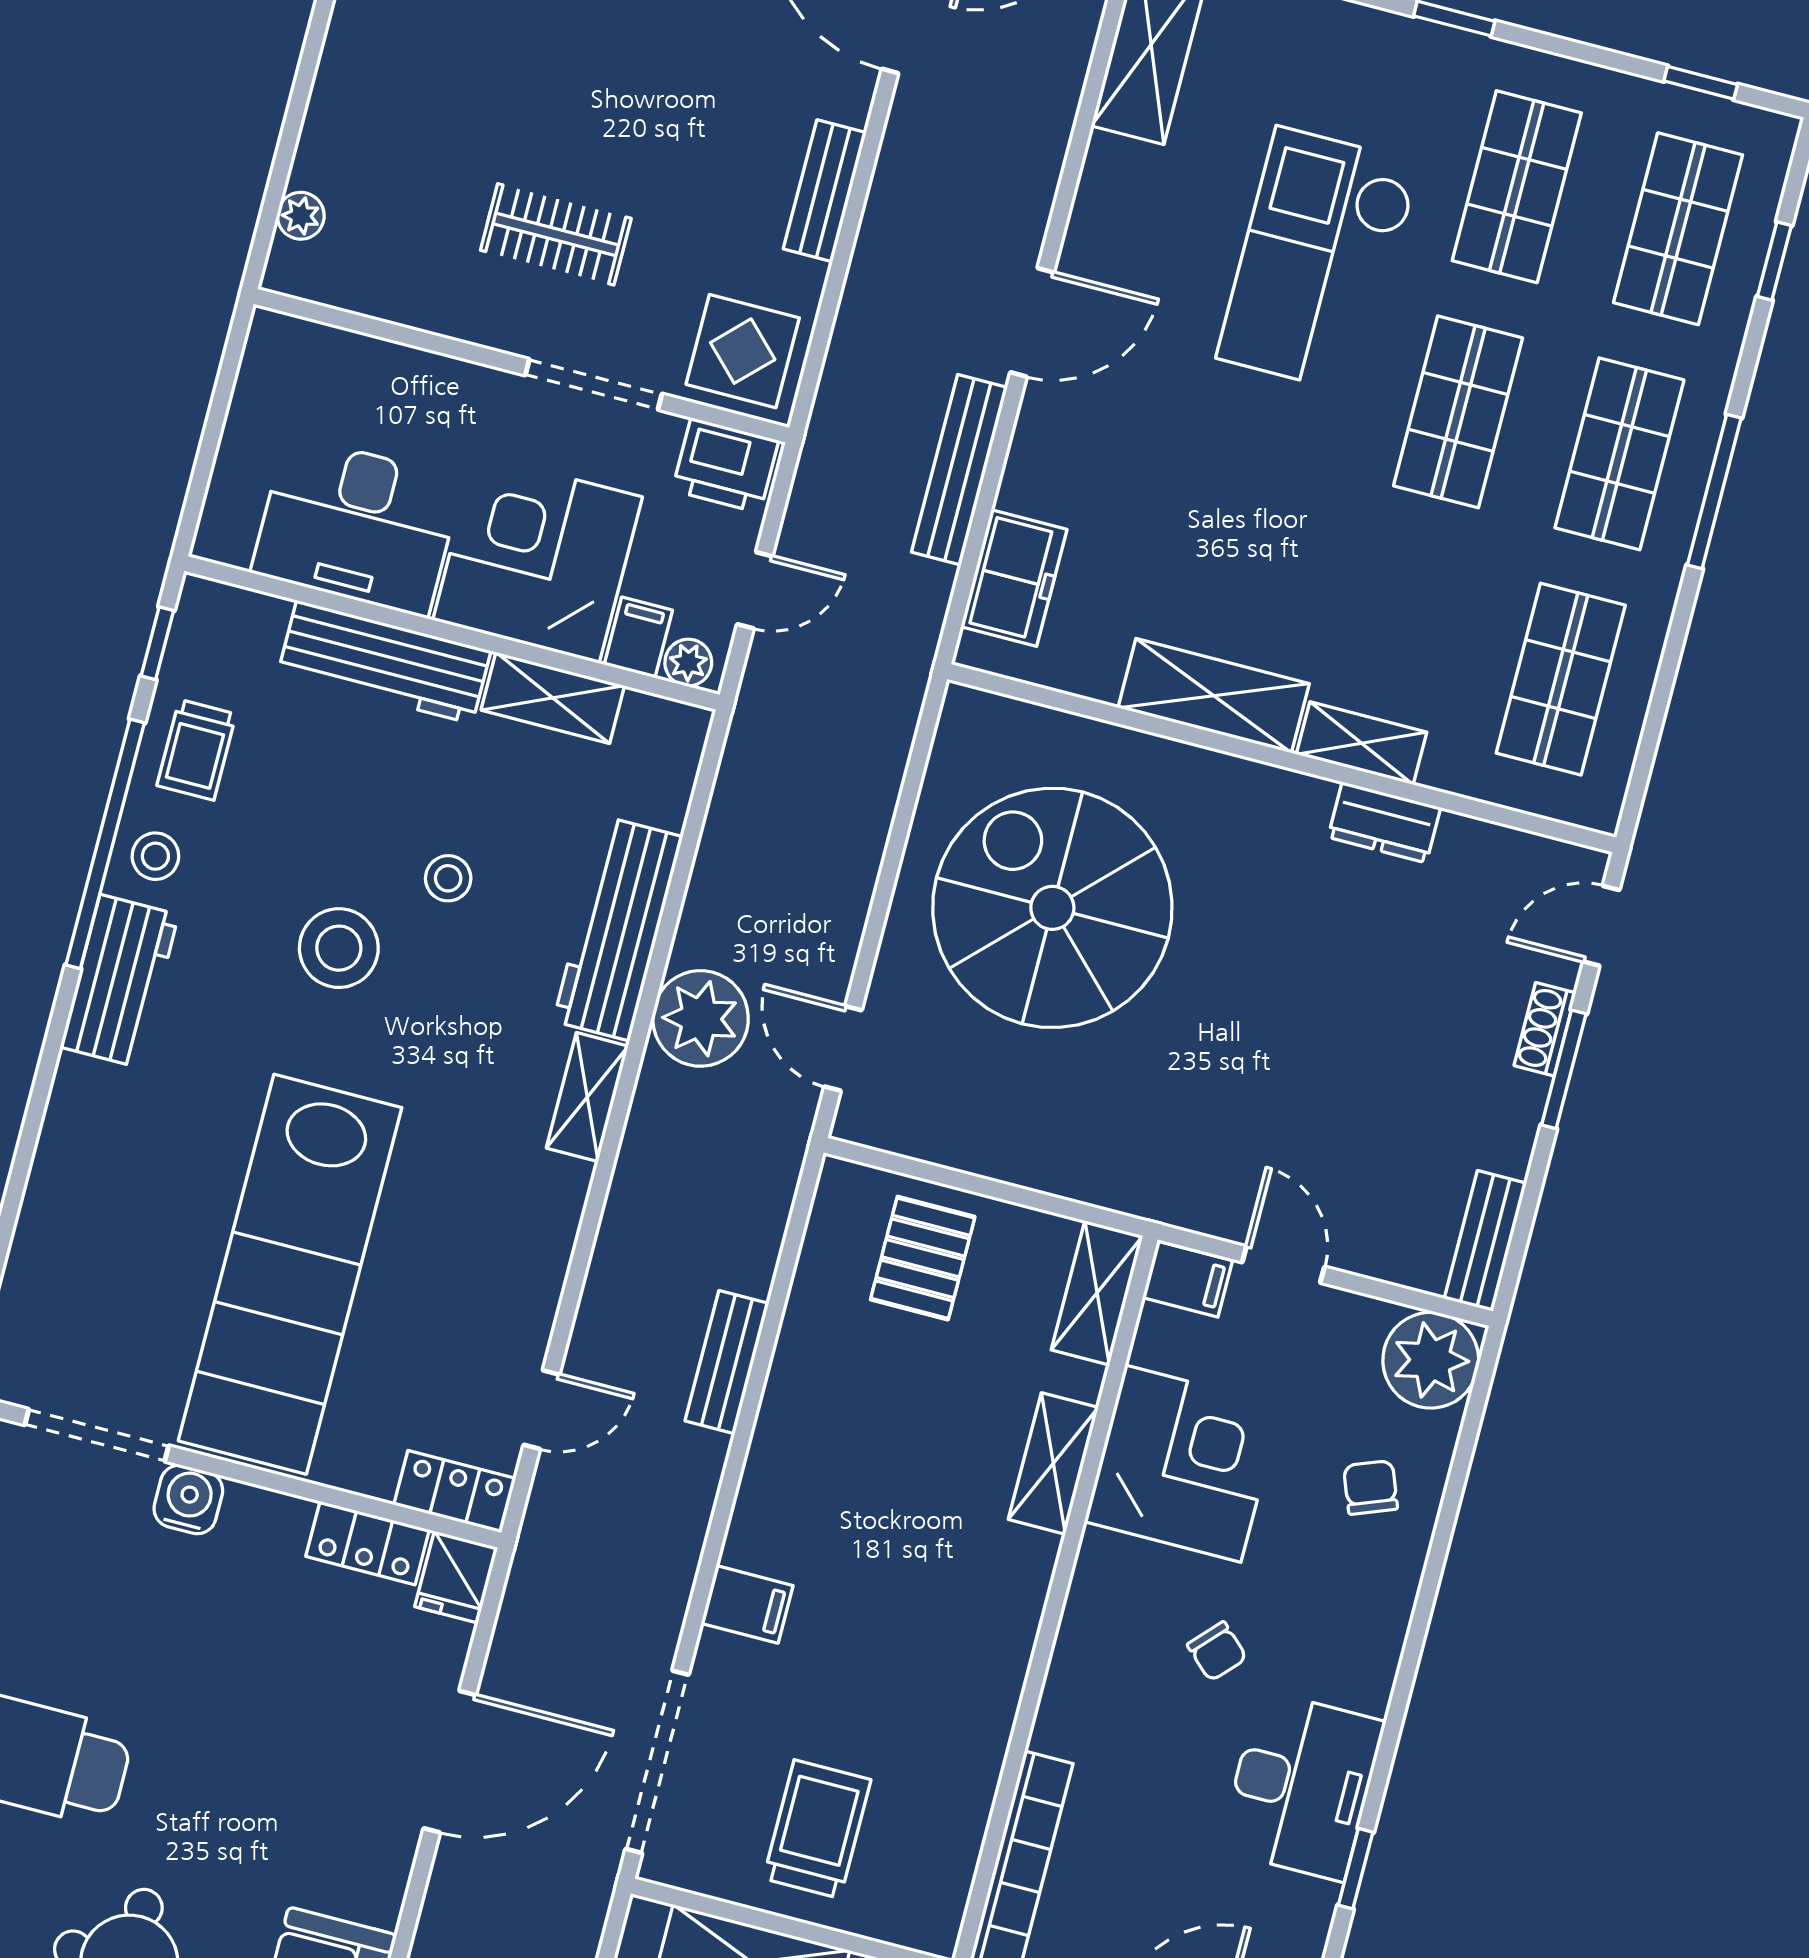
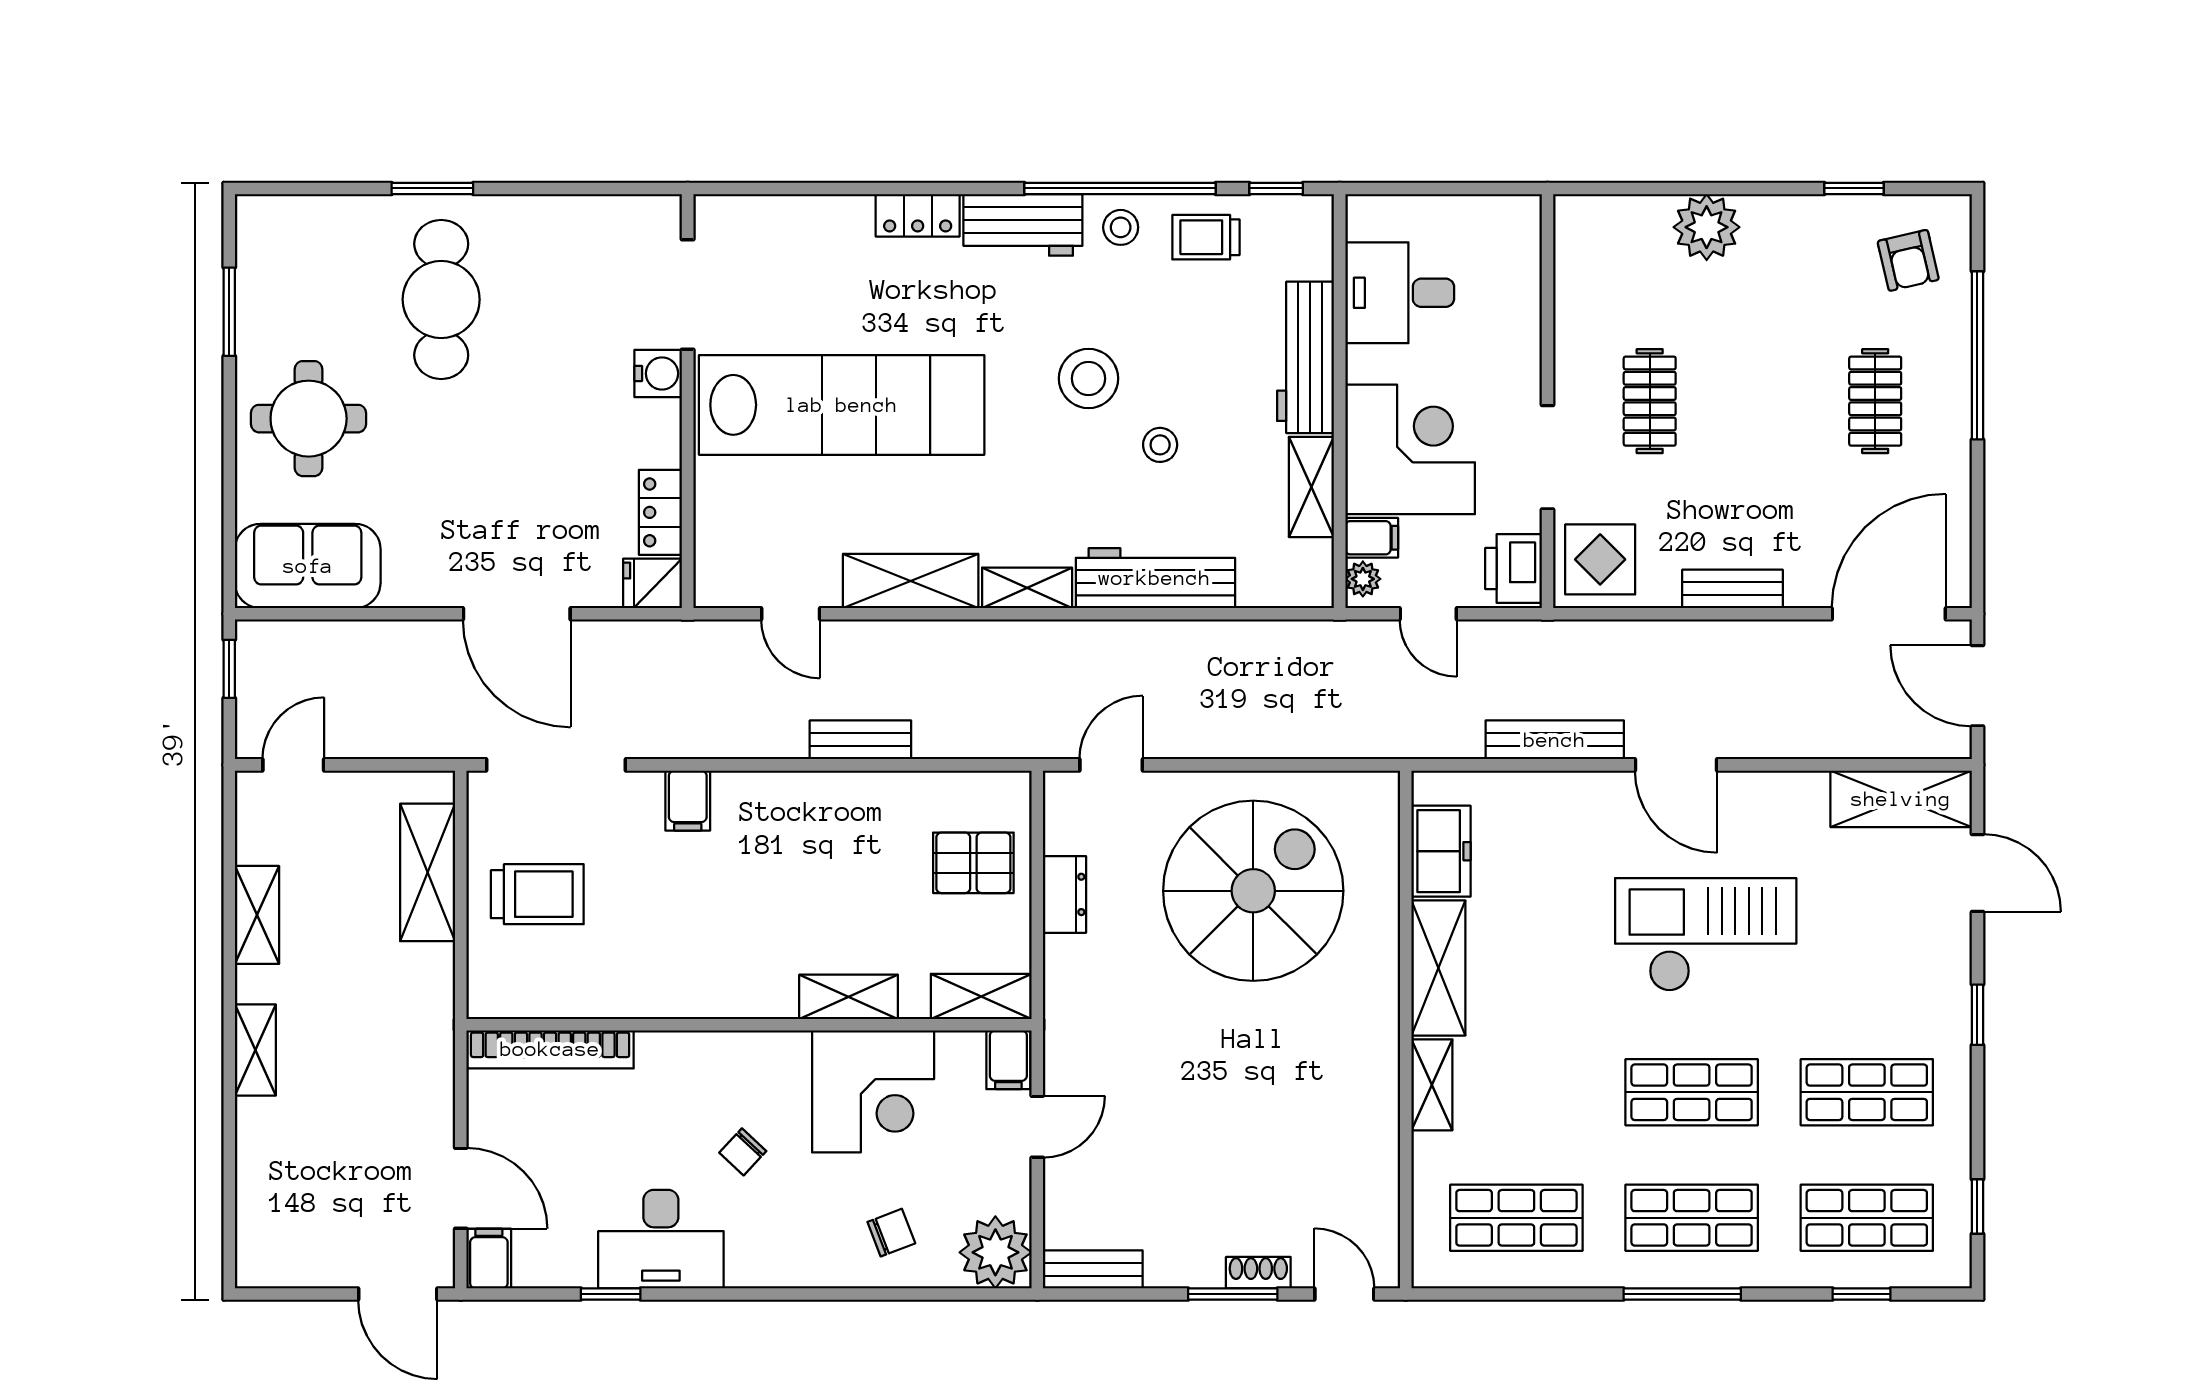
plant: (301, 216) -> (1707, 227), moved, width x1.87, depth x1.87
checkout: (1318, 261) -> (1706, 935), moved
desk: (357, 526) -> (1400, 293), width x0.73
freezer: (1014, 578) -> (1441, 851), moved, turned -90
dresser: (1384, 822) -> (1064, 894), moved, turned 180
plant: (701, 1018) -> (1106, 655), removed
shelving: (539, 1244) -> (911, 581), added
lab bench: (290, 1274) -> (842, 405), turned 180
locker: (455, 1492) -> (918, 215), moved, turned 90

